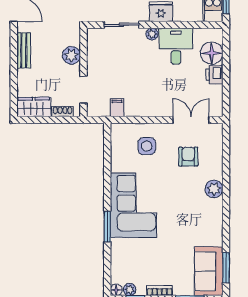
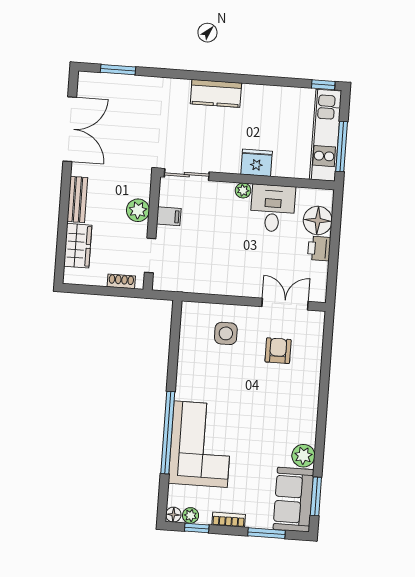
sliding door: (121, 25) -> (187, 175), moved
wardrobe: (34, 107) -> (78, 246), moved, turned 90
filing cabinet: (117, 108) -> (169, 216), moved, turned 90
plant: (214, 189) -> (303, 456), moved
corner sofa: (133, 205) -> (201, 444), moved
window: (107, 226) -> (168, 433), width x2.11

